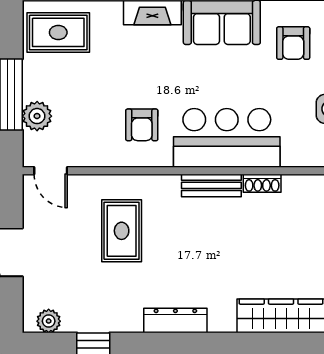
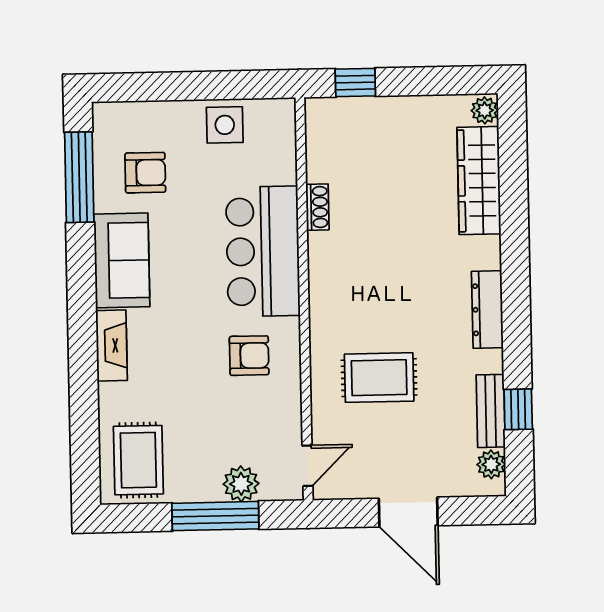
bench: (211, 185) -> (491, 411), moved

